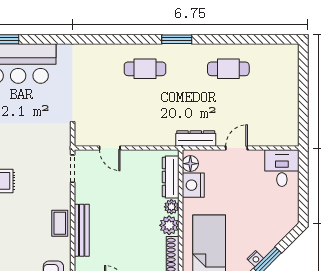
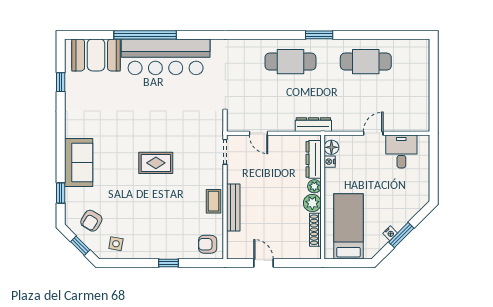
cafe table: (145, 69) -> (290, 62), width x1.37, depth x1.35
cafe table: (228, 69) -> (366, 62), width x1.37, depth x1.35
dresser: (196, 138) -> (313, 125), moved
desk: (282, 168) -> (401, 151), moved
nightstand: (193, 185) -> (330, 162), width x0.53, depth x0.56

